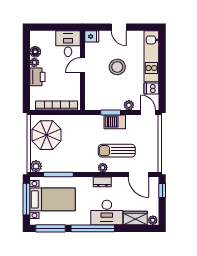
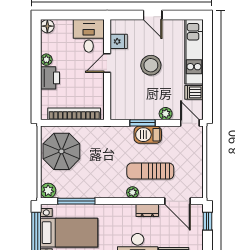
fridge: (92, 36) -> (119, 41), moved
floor lamp: (35, 52) -> (47, 26), moved
dresser: (102, 182) -> (147, 210), moved

